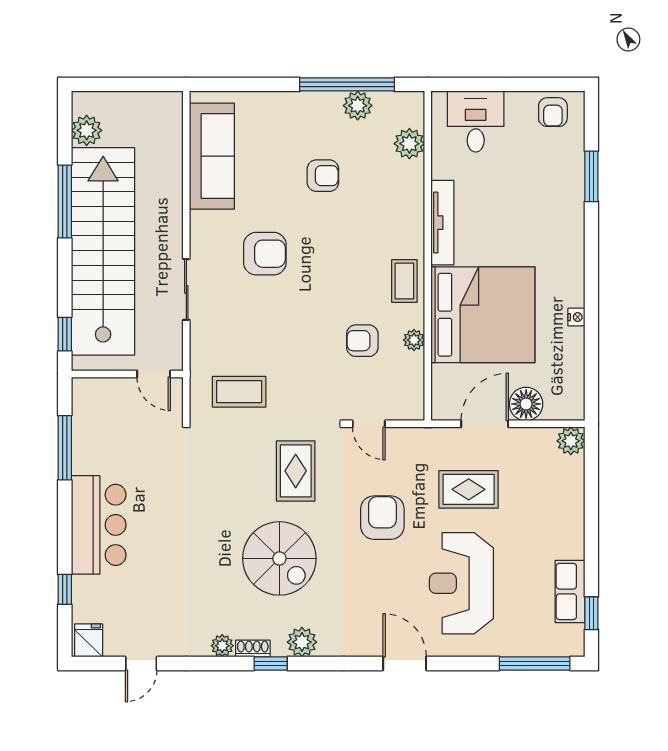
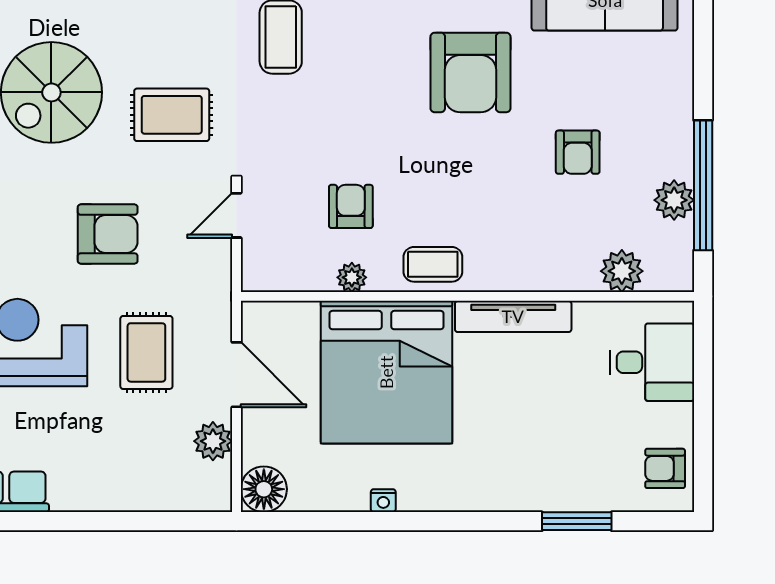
armchair: (265, 254) -> (470, 72), width x1.36, depth x1.36
floor lamp: (526, 404) -> (264, 489), moved
plant: (571, 441) -> (213, 441), moved

